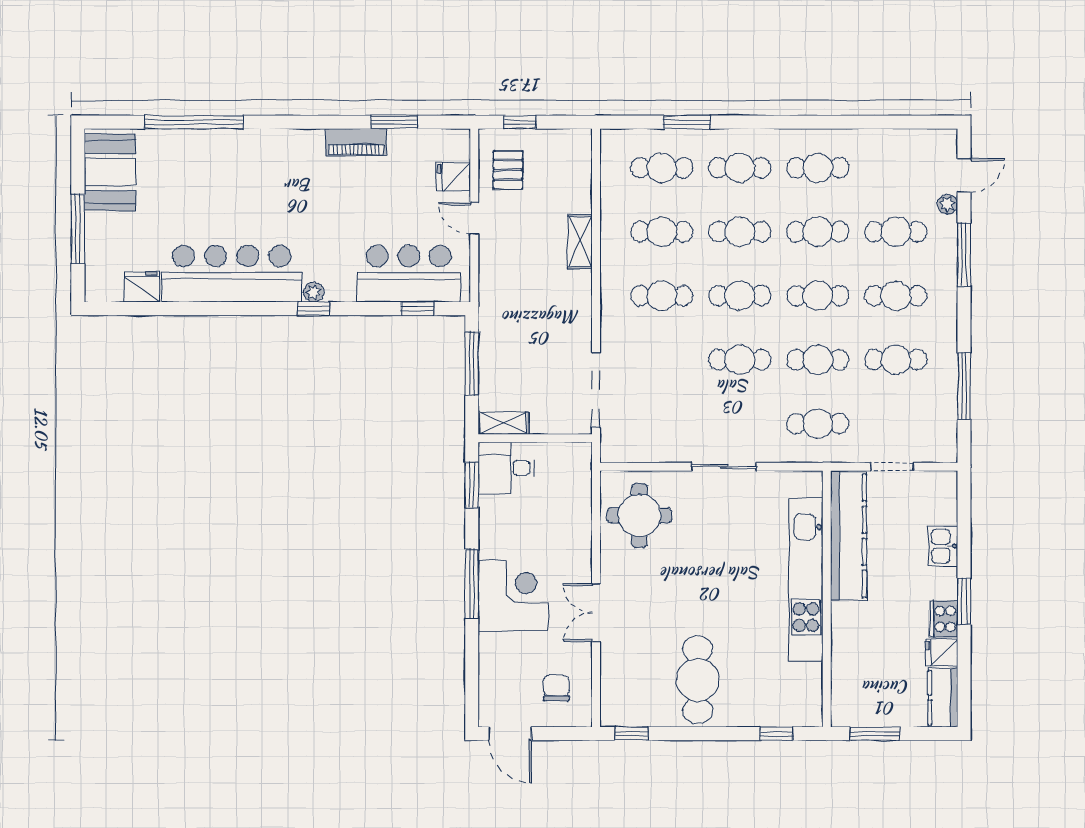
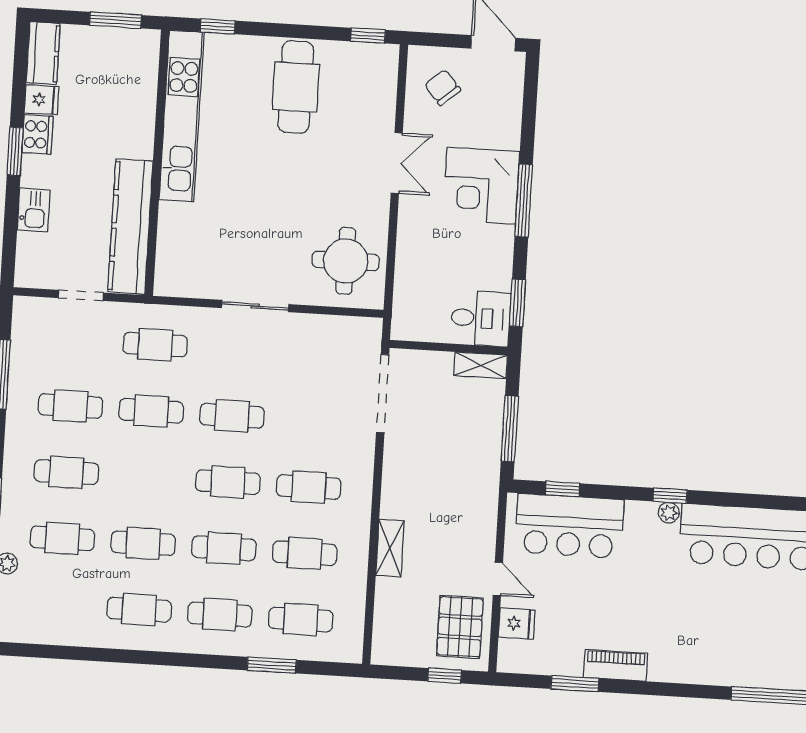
pallet: (508, 170) -> (460, 627), width x1.50, depth x1.42
cafe table: (818, 296) -> (147, 477), removed
kitchen unit: (806, 579) -> (182, 116), moved
chair: (556, 688) -> (443, 87), turned 139

